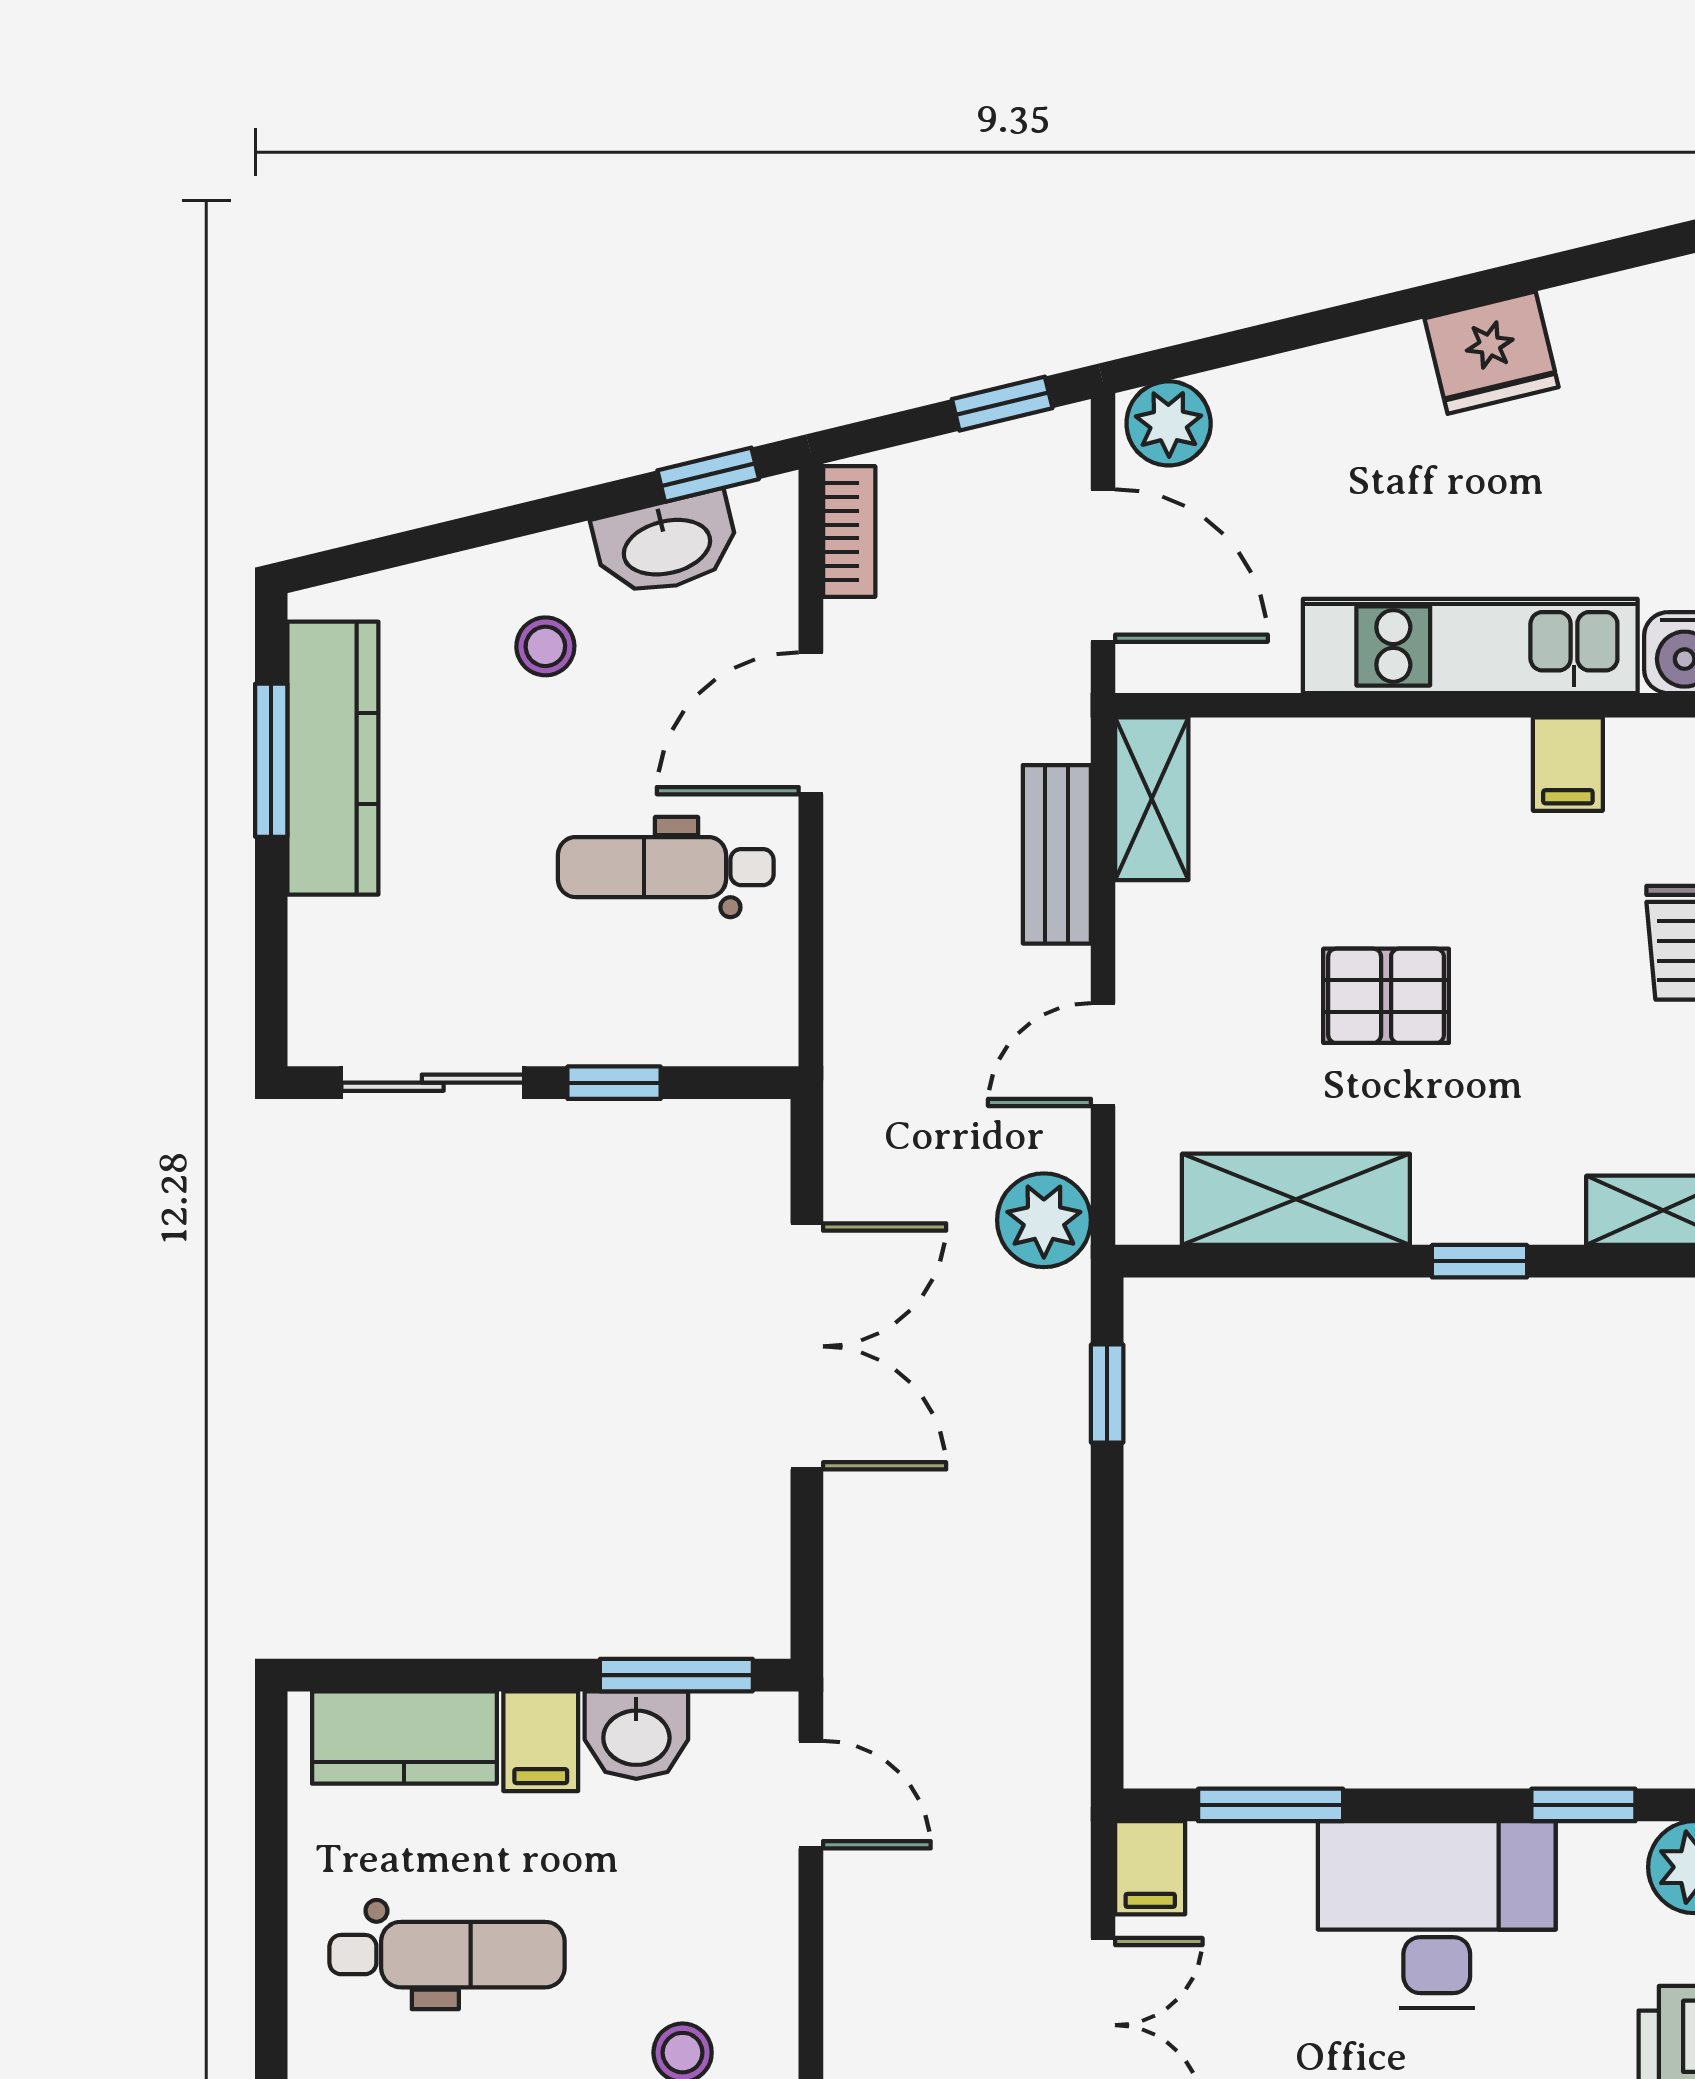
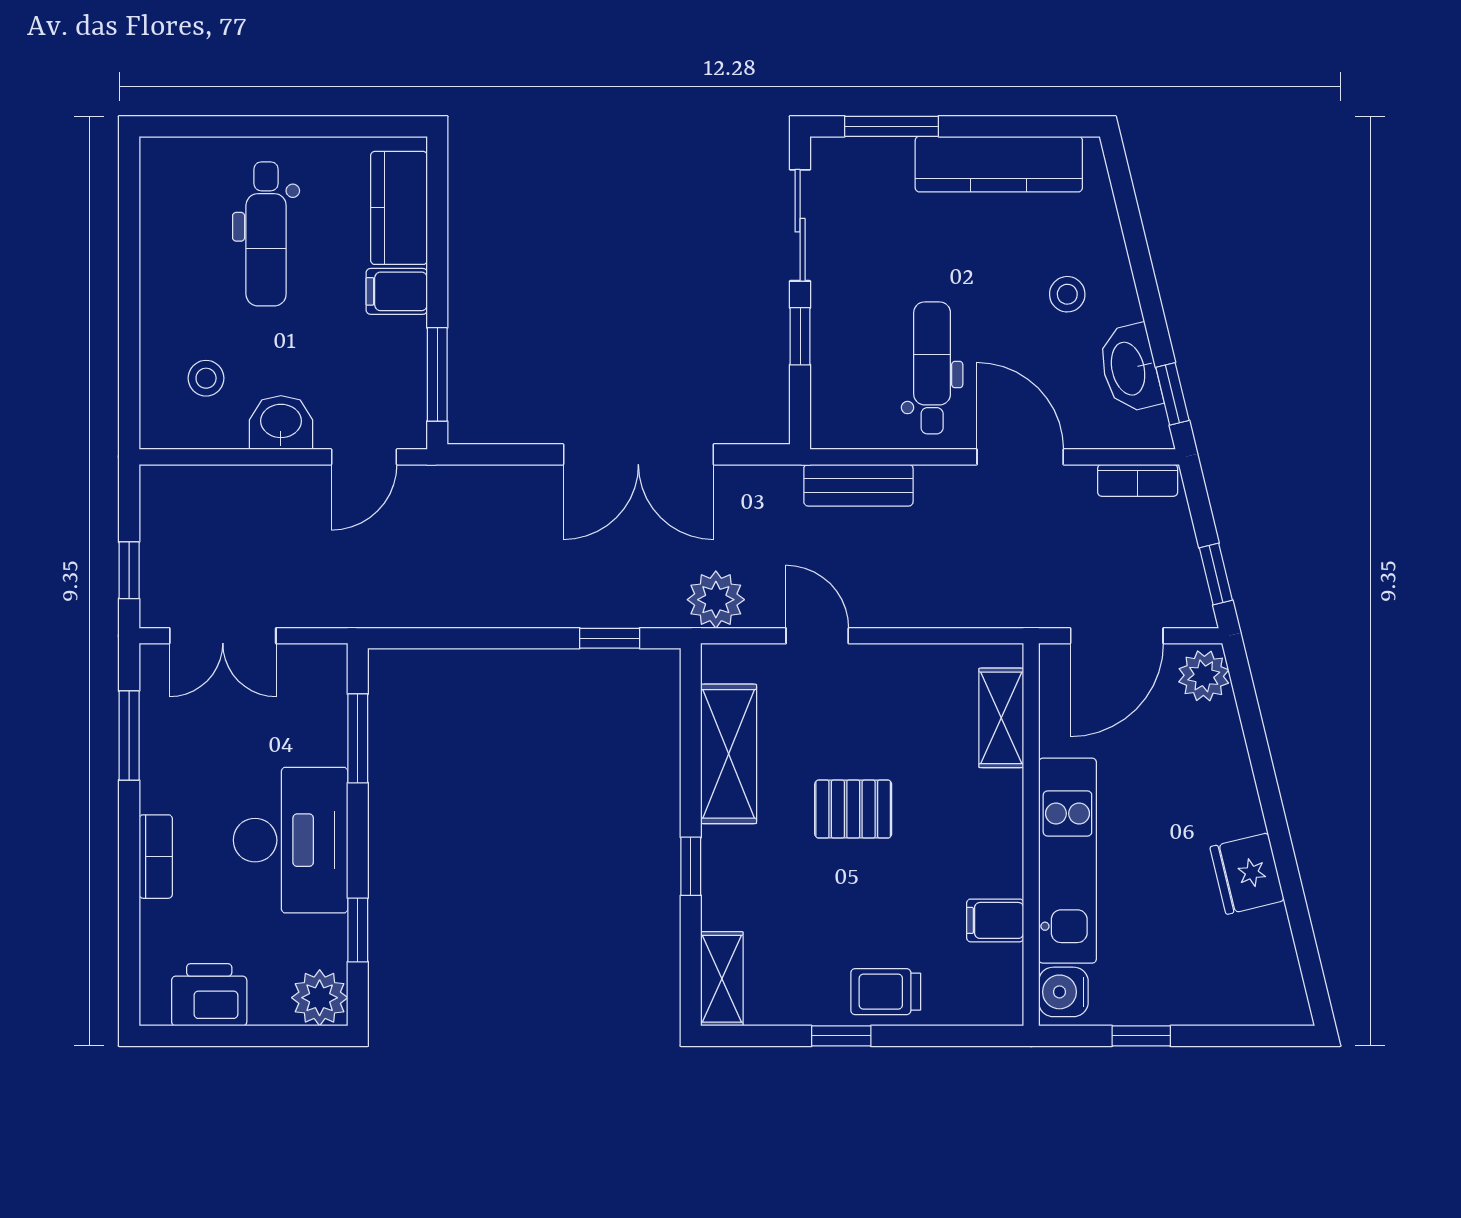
window: (271, 760) -> (892, 126), moved
shelving: (1152, 799) -> (1001, 718), moved, turned 90
bench: (1057, 854) -> (858, 485), moved
pallet: (1386, 996) -> (853, 809), turned 90
washbasin: (636, 1735) -> (281, 423), moved, turned 90
filing cabinet: (1150, 1868) -> (319, 665), removed

